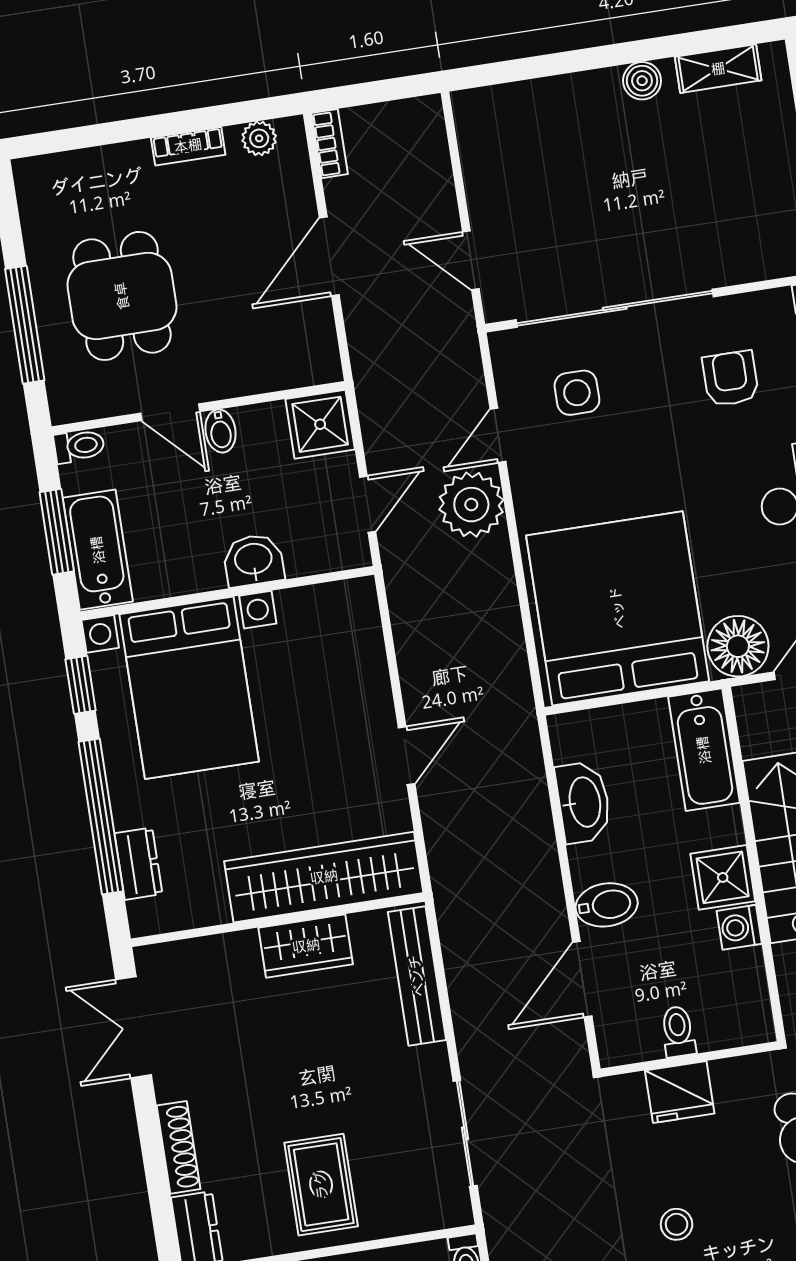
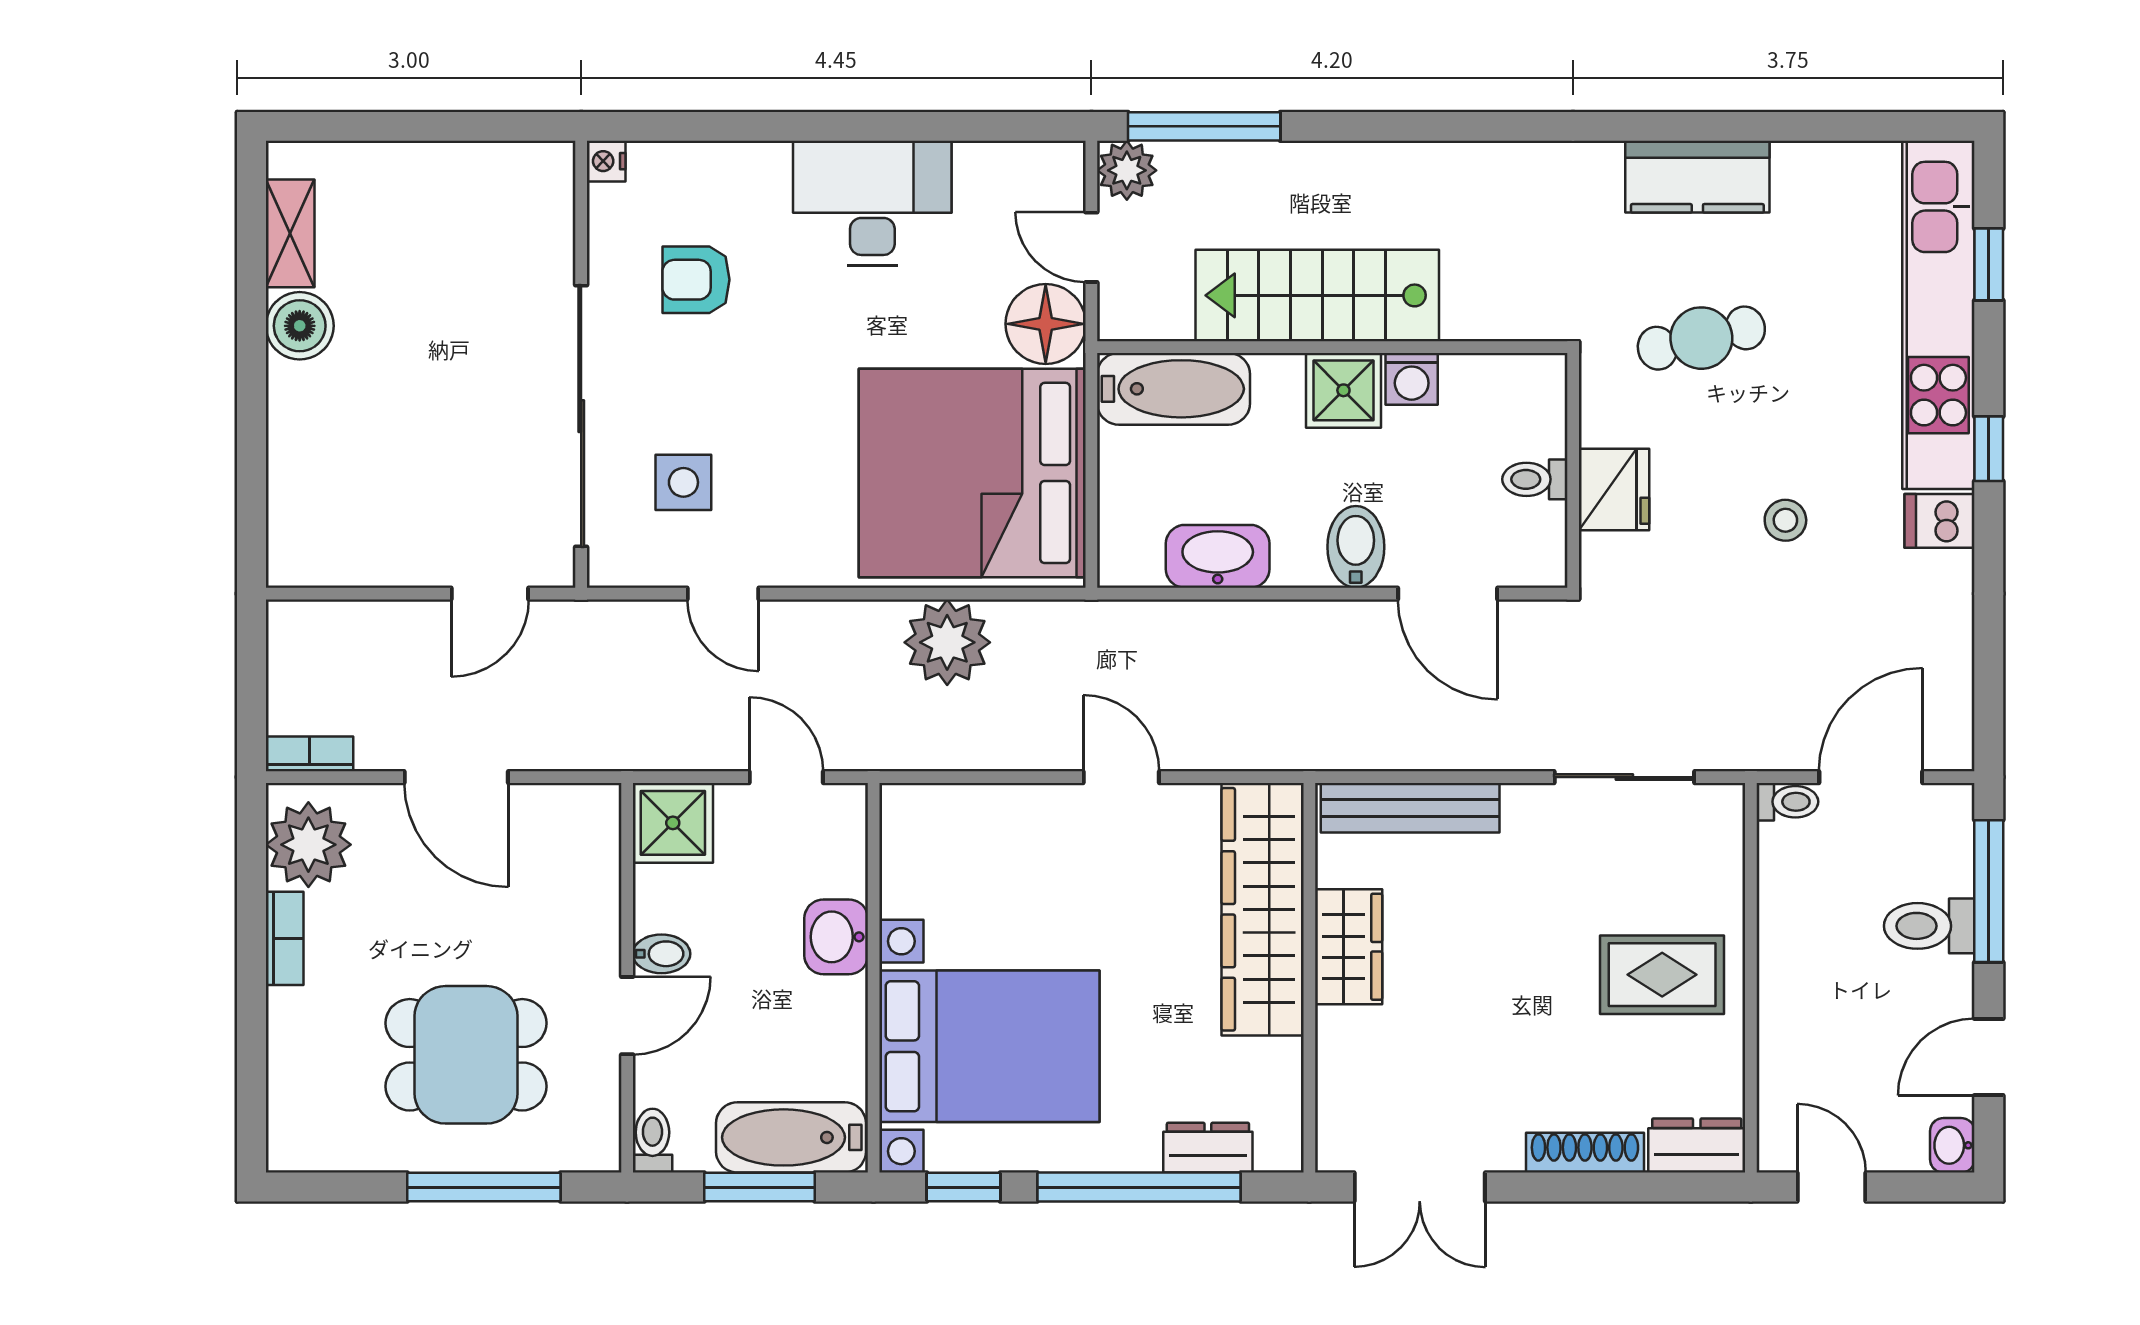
boiler: (642, 81) -> (300, 326), width x1.36, depth x1.36
plant: (259, 138) -> (308, 845), width x1.87, depth x1.87
plant: (471, 505) -> (947, 642), moved

